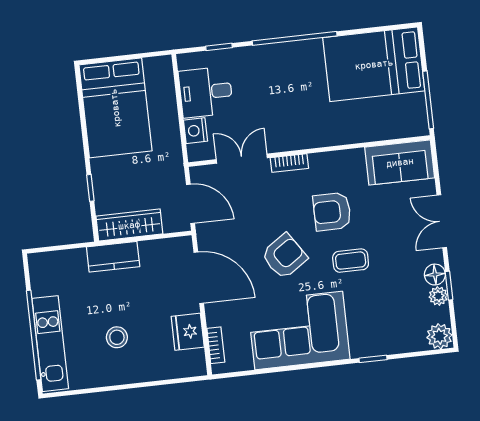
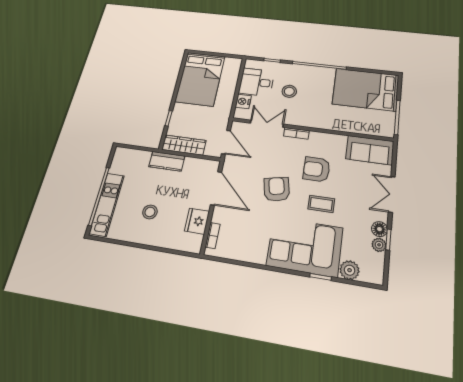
stool: (261, 96) -> (289, 91), added
armchair: (284, 256) -> (277, 189), turned -68
corner sofa: (299, 330) -> (305, 247), moved
plant: (439, 336) -> (350, 270), moved

